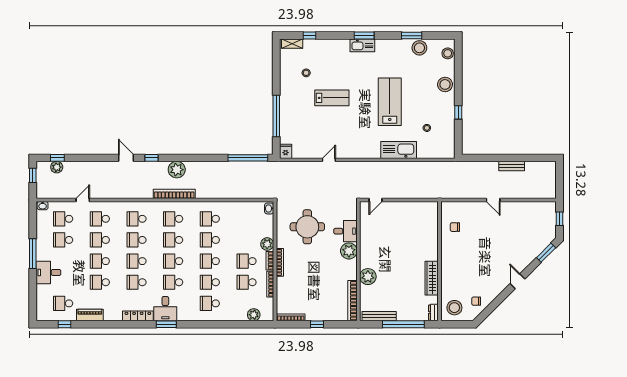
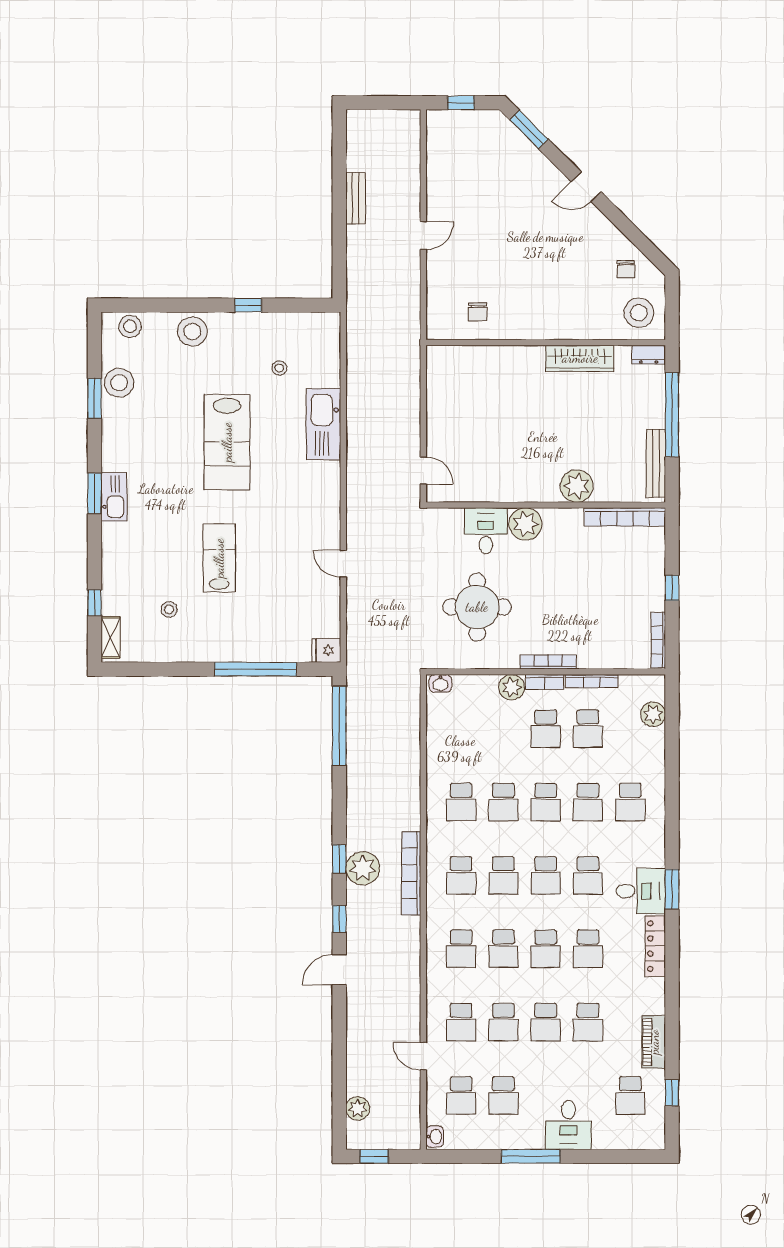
lab bench: (390, 102) -> (227, 442), turned -90
window: (57, 158) -> (339, 859), moved

